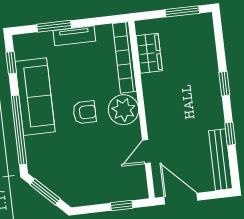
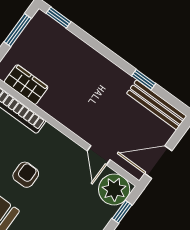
window: (224, 84) -> (59, 18), moved
plant: (124, 110) -> (114, 189), moved

